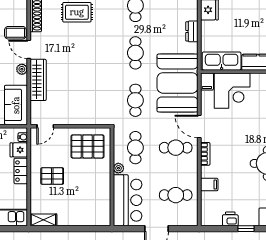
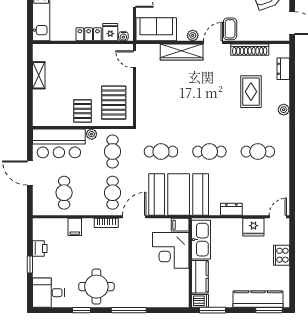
cafe table: (135, 148) -> (113, 152), turned 90
pallet: (52, 176) -> (83, 111), moved
shelving: (43, 220) -> (39, 75), moved

